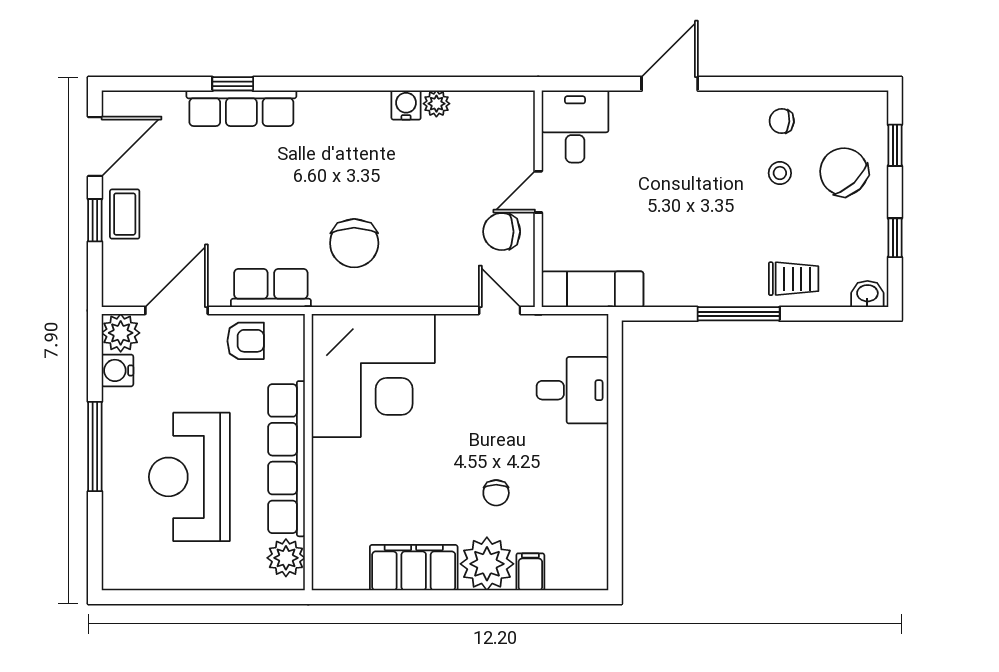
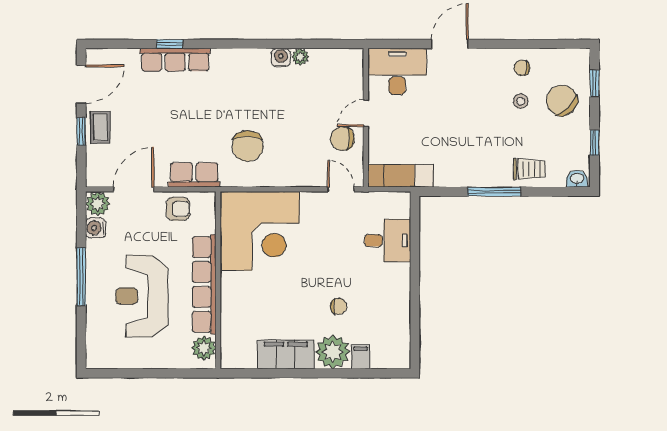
desk: (575, 127) -> (397, 71), width x1.37
chair: (496, 493) -> (339, 306), turned -90

